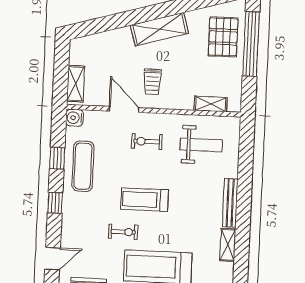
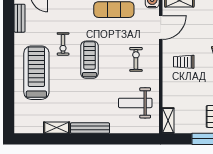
shelving: (211, 104) -> (168, 121), moved
door: (124, 109) -> (161, 28), moved
weight bench: (201, 145) -> (135, 103), turned 90

